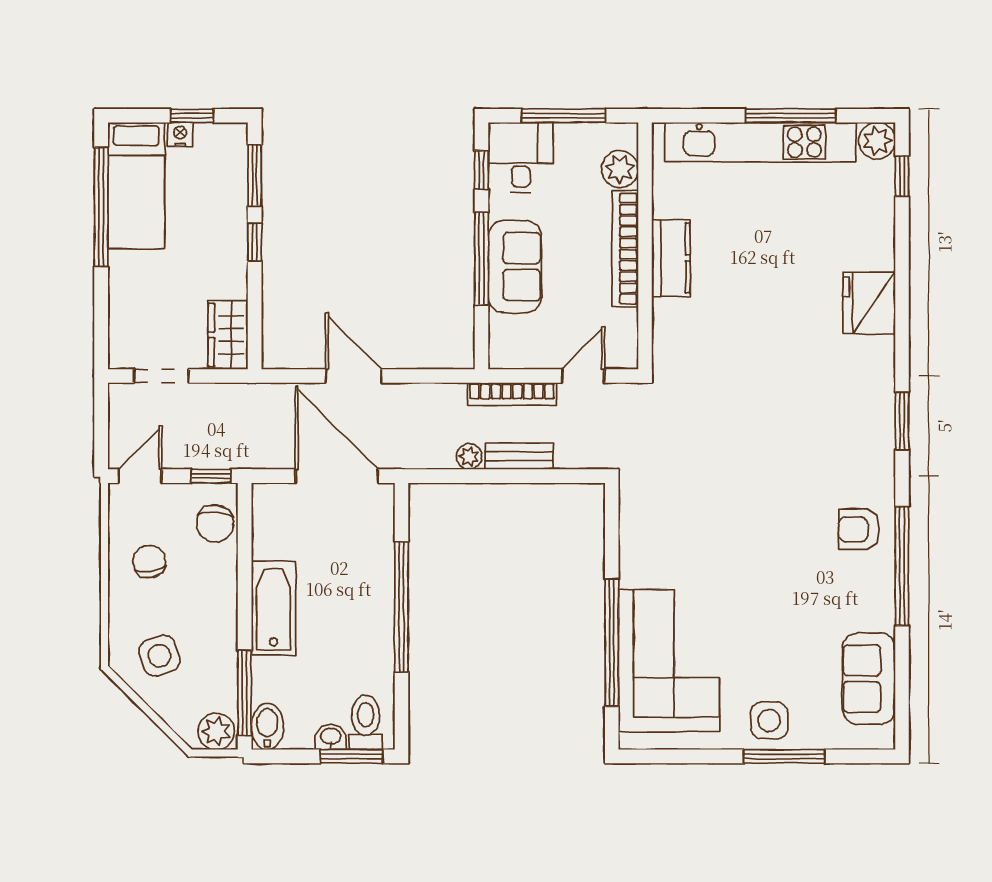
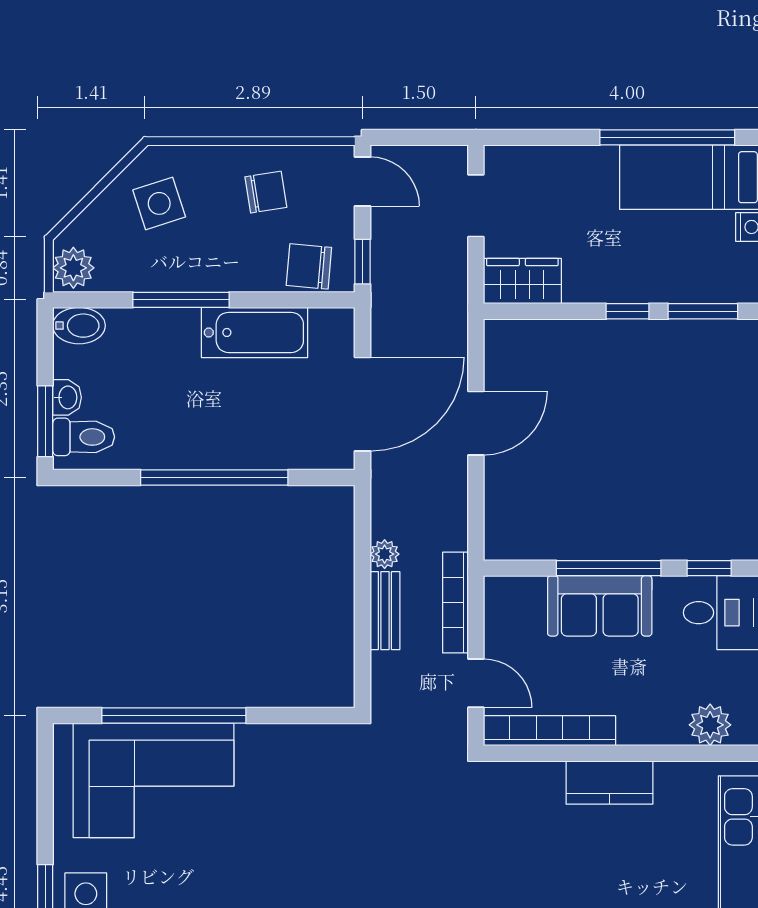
bookcase: (625, 249) -> (549, 731), moved
bathtub: (273, 608) -> (255, 332), moved
window: (245, 693) -> (181, 300), moved

